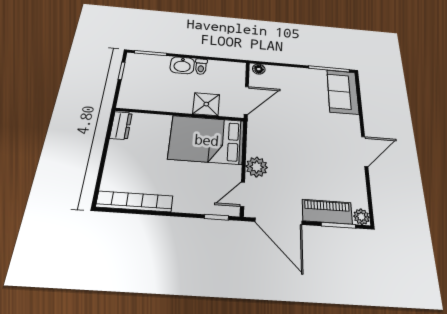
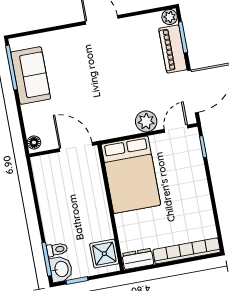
washbasin: (182, 65) -> (61, 269), moved
toilet: (201, 67) -> (57, 250), moved
sofa: (343, 92) -> (31, 76), moved, turned -90
shower: (206, 104) -> (104, 254), moved
door: (243, 194) -> (176, 129), swing flipped
bookcase: (135, 201) -> (187, 251), moved, turned 90

